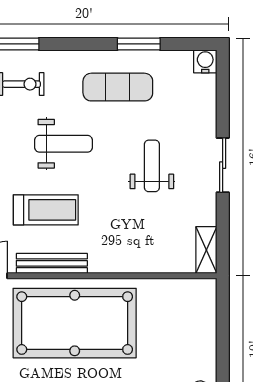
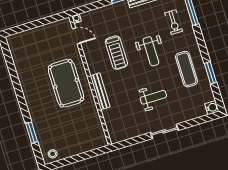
shelving: (206, 250) -> (121, 136), removed
bench: (52, 263) -> (100, 91), moved
pool table: (75, 323) -> (66, 83), width x0.73, depth x0.76

